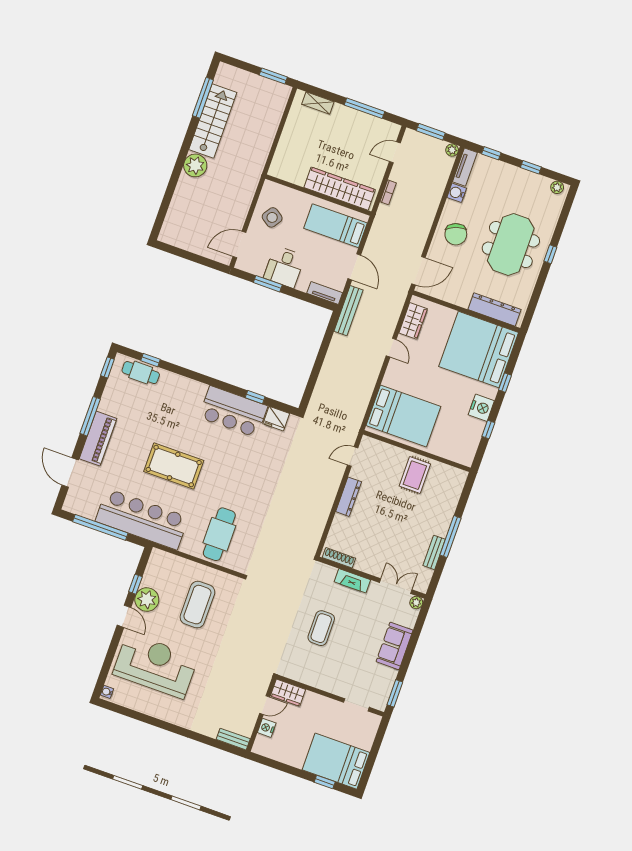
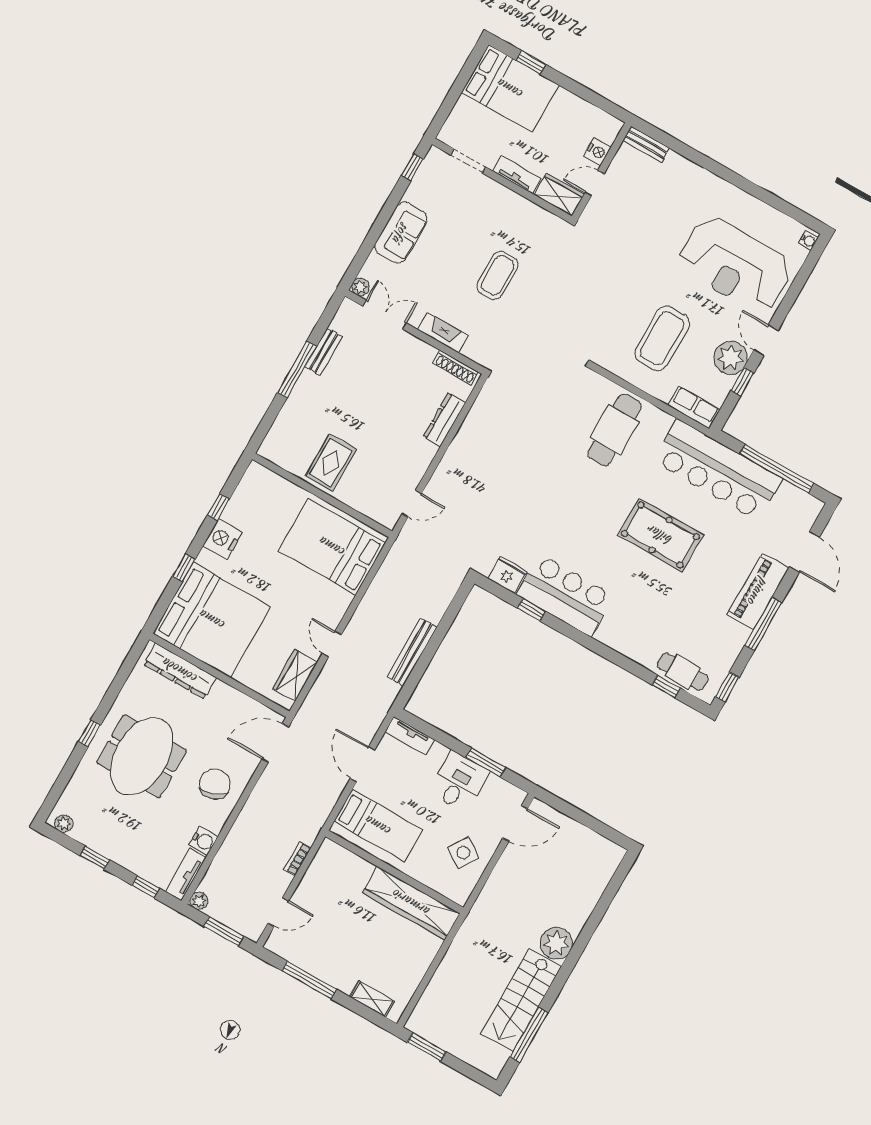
wardrobe: (340, 189) -> (411, 903), moved
bench: (348, 311) -> (412, 652), moved
dresser: (349, 497) -> (444, 419), moved
row of seats: (166, 560) -> (694, 407), added
double door: (396, 586) -> (385, 315), swing flipped
window: (395, 693) -> (412, 167), width x0.67
tv unit: (320, 701) -> (517, 175), added

